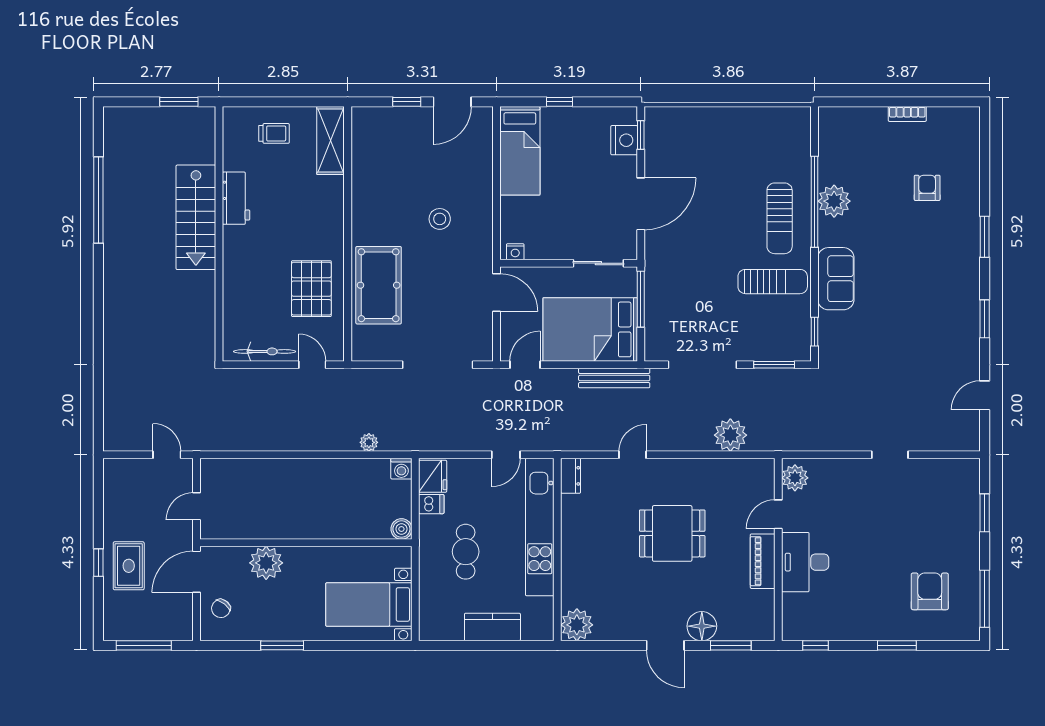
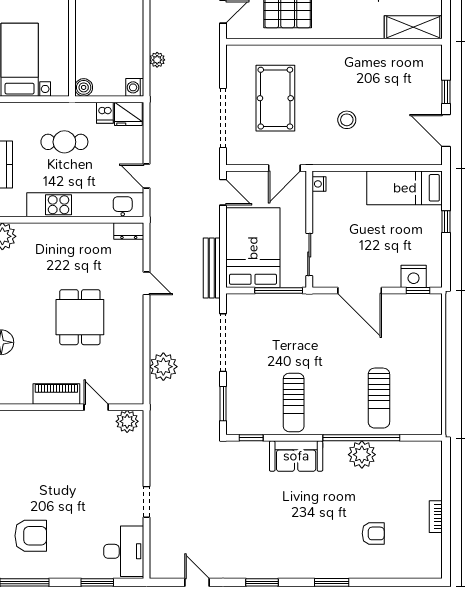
sun lounger: (780, 218) -> (379, 398), moved, turned -90
pool table: (379, 285) -> (275, 98), moved, turned 90
desk: (805, 562) -> (124, 551), moved, turned 90

